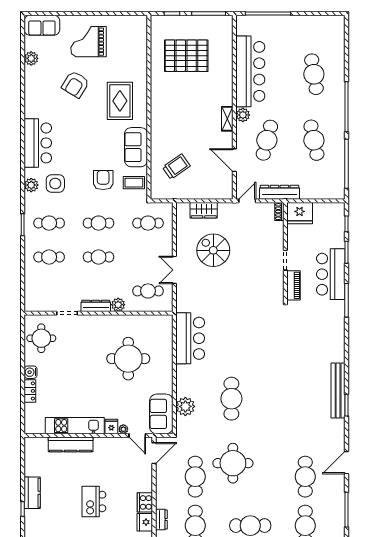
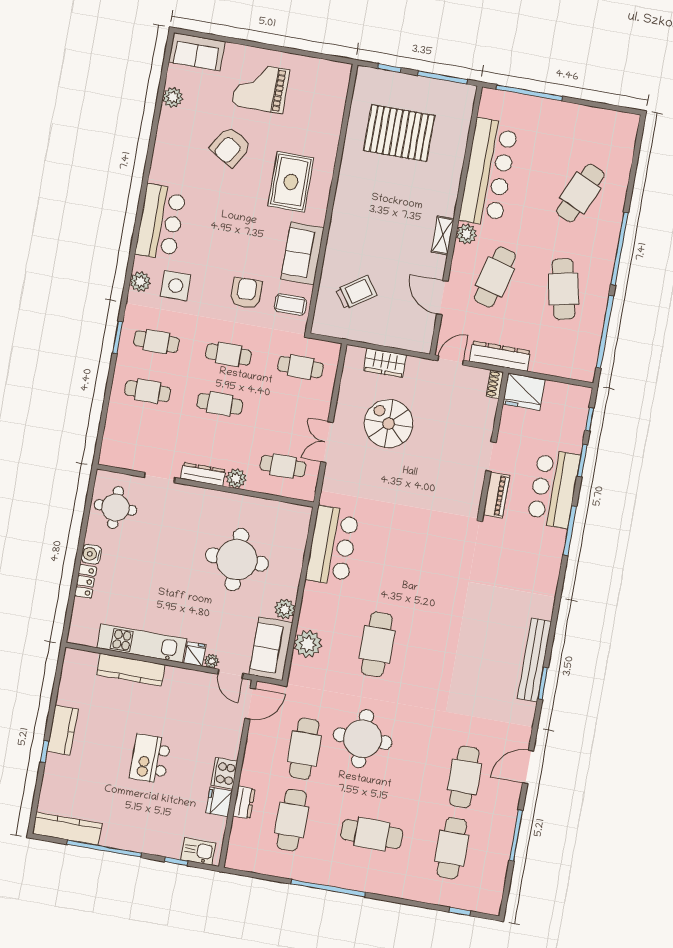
cafe table: (314, 74) -> (580, 193), turned 33
plant: (166, 386) -> (285, 609), added

